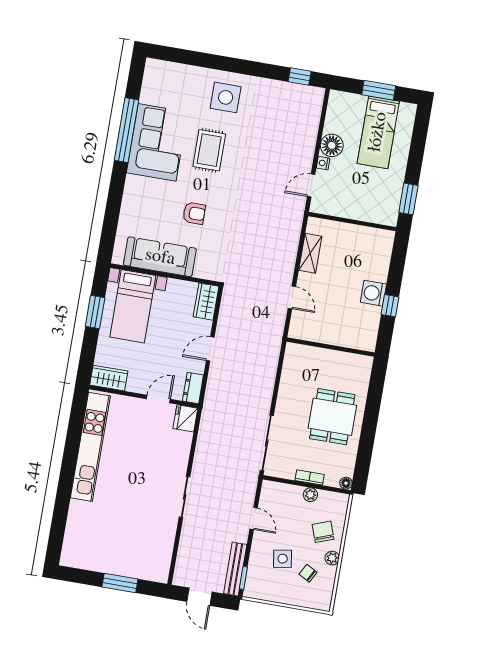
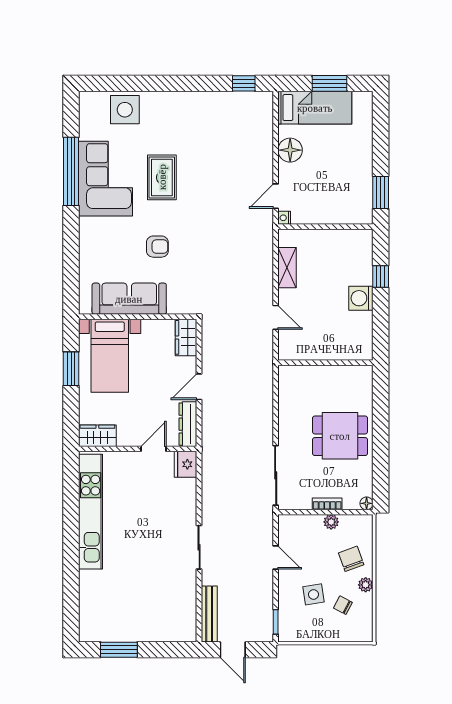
side table: (226, 97) -> (125, 110), moved
bed: (378, 132) -> (315, 108), moved, turned -90
nightstand: (323, 163) -> (284, 218), moved
window: (390, 306) -> (381, 277), moved
dresser: (193, 388) -> (188, 424), width x1.44
dining table: (332, 417) -> (340, 436), turned 90
bench: (235, 569) -> (209, 614), moved
window: (120, 583) -> (119, 650), moved

